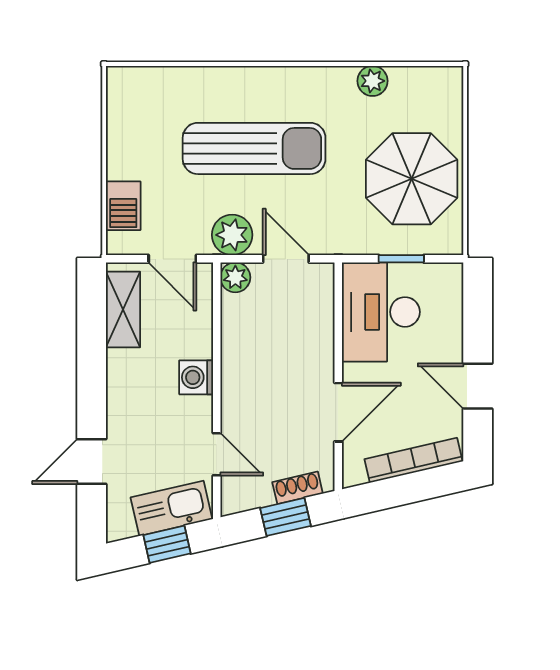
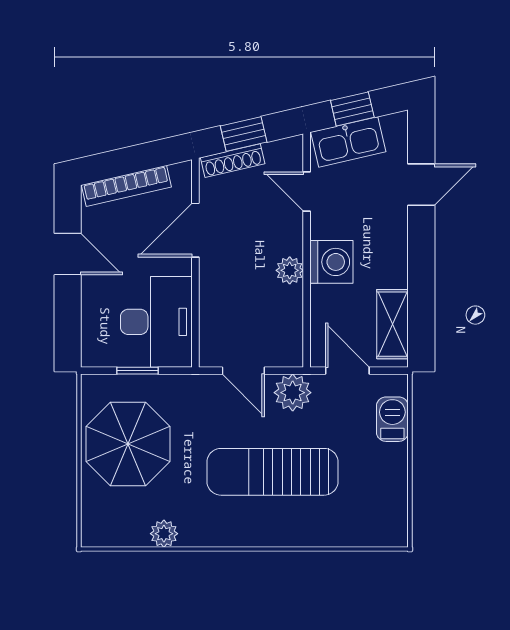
plant: (235, 277) -> (290, 270), moved
washing machine: (196, 377) -> (331, 262), width x1.38, depth x1.38
shoe rack: (298, 488) -> (233, 161), width x1.43

